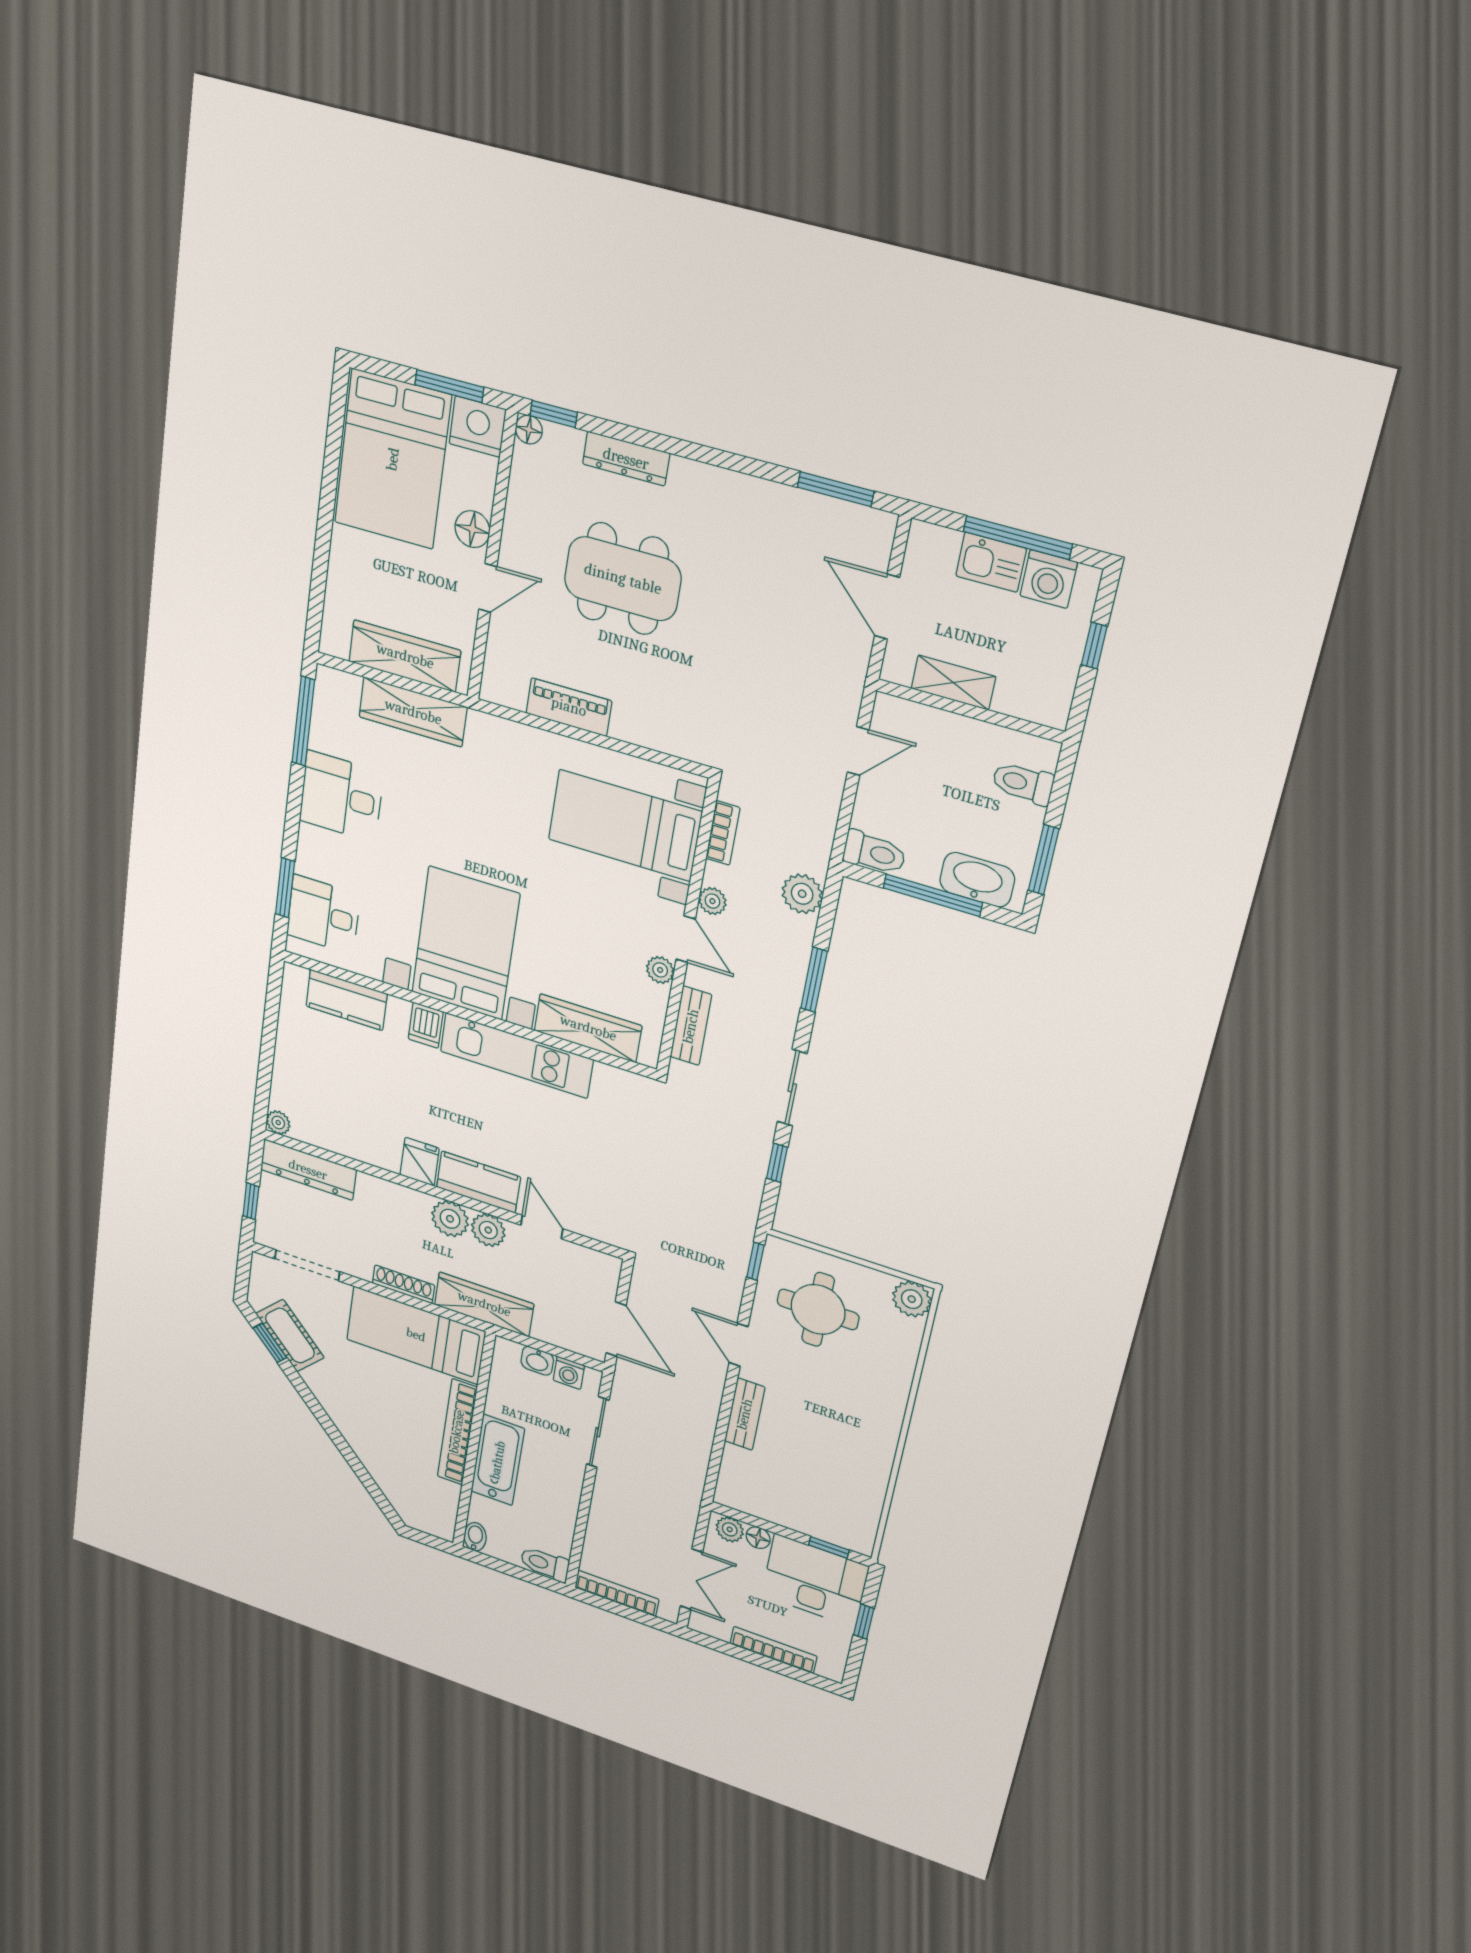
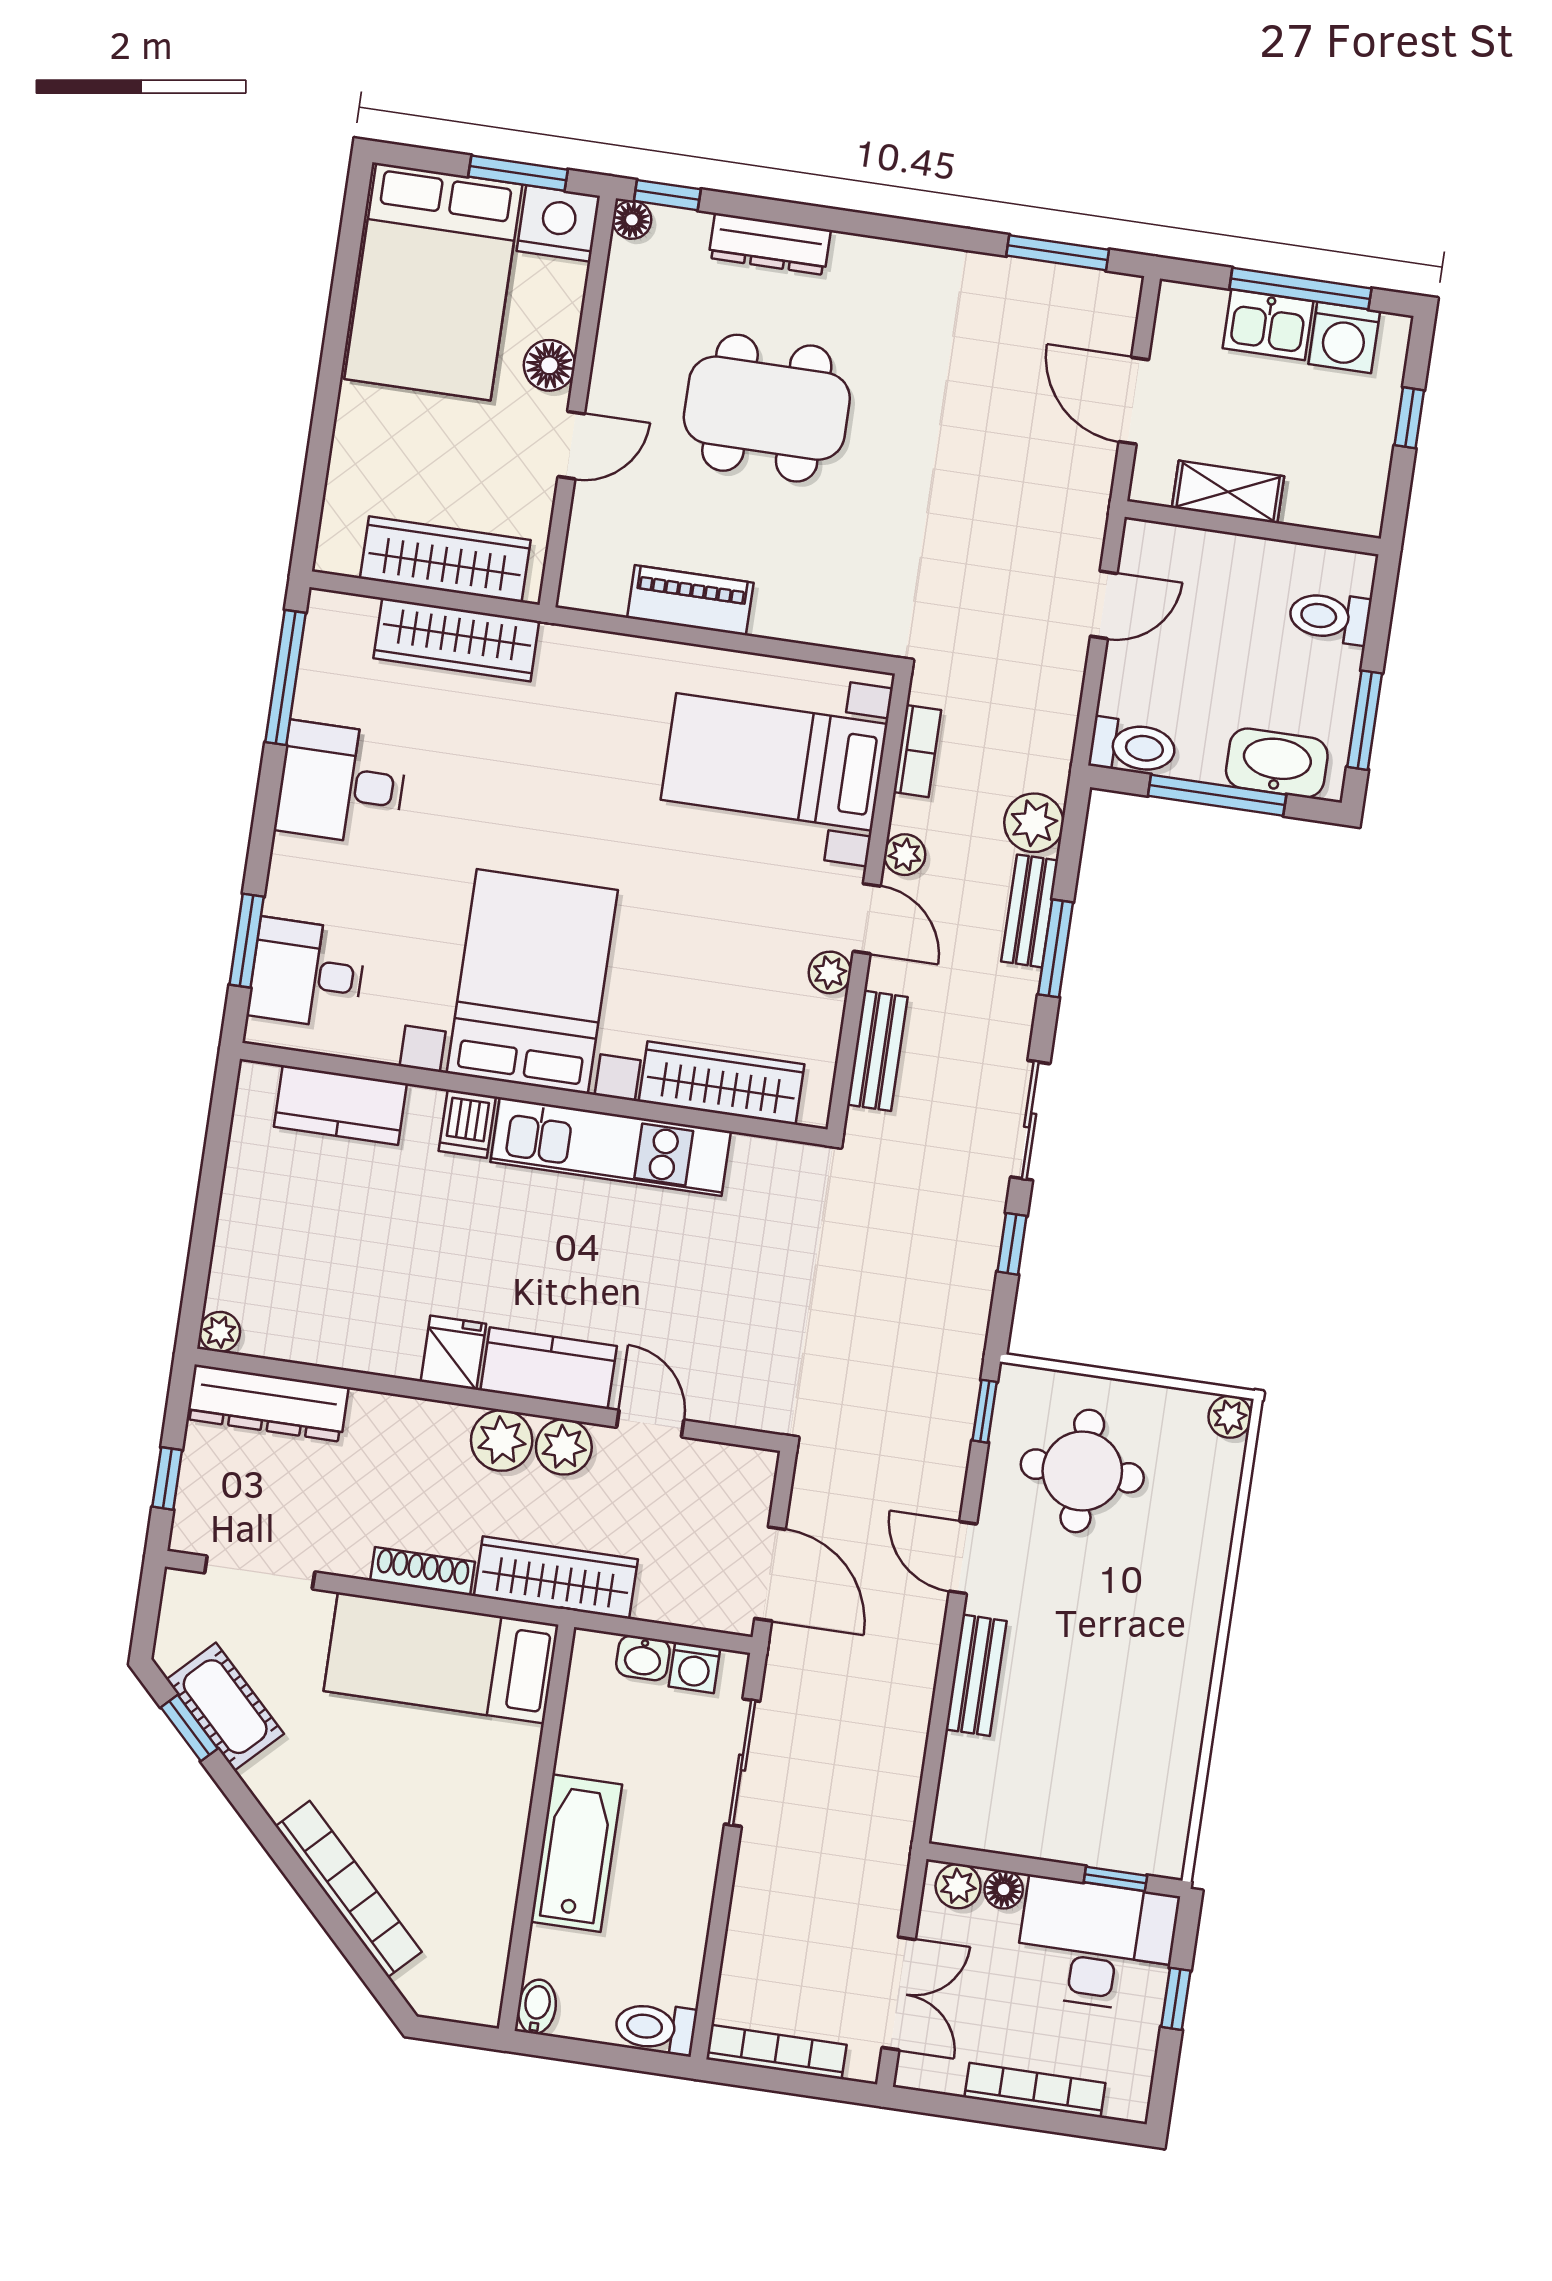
bench: (797, 952) -> (1030, 911), added
plant: (912, 1299) -> (1230, 1417), width x0.73, depth x0.73
bookcase: (457, 1432) -> (349, 1889), moved, turned 135

